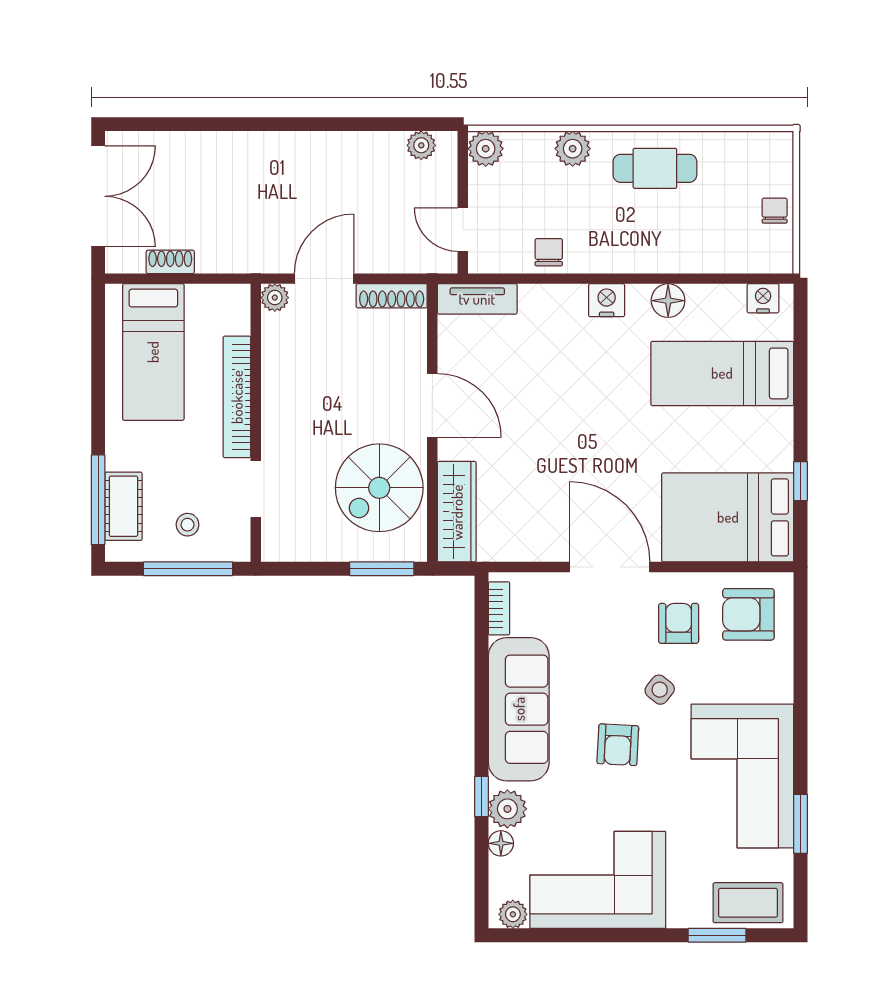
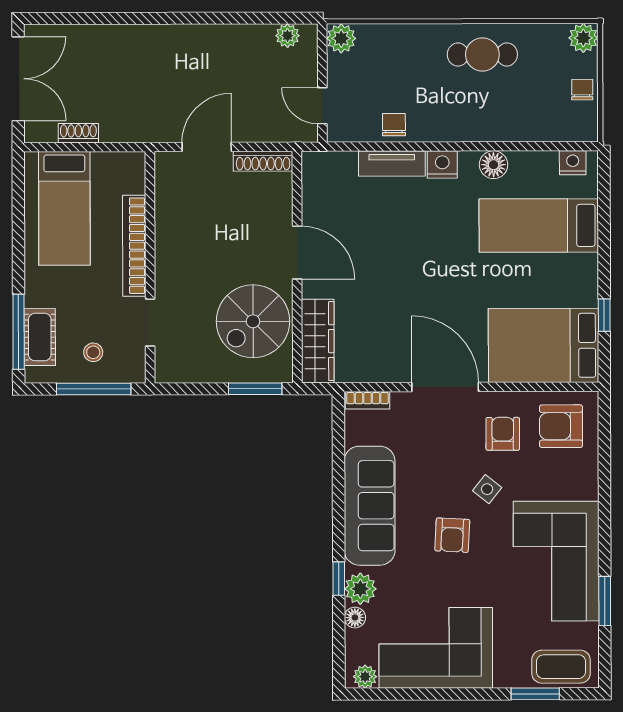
plant: (573, 149) -> (583, 38), moved
plant: (275, 298) -> (166, 163), removed
tv unit: (477, 299) -> (392, 164), moved
bookcase: (499, 608) -> (367, 400), moved, turned 90

